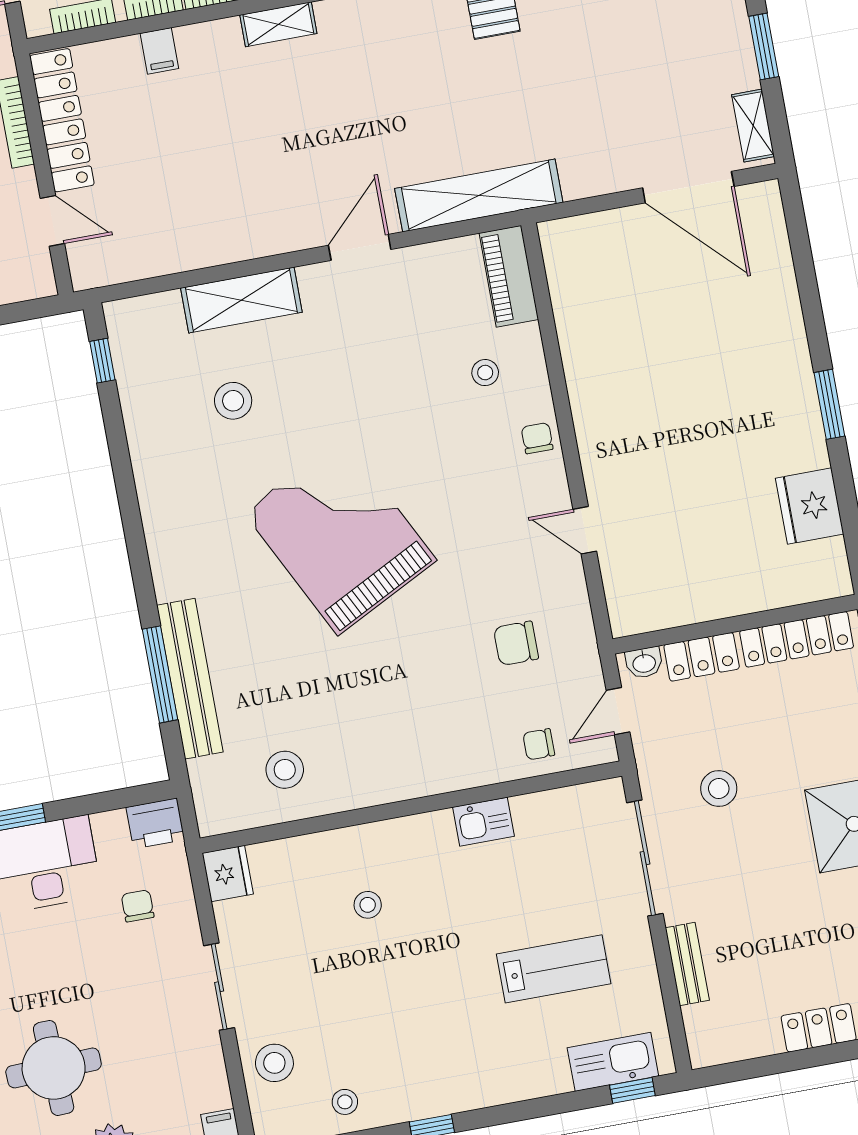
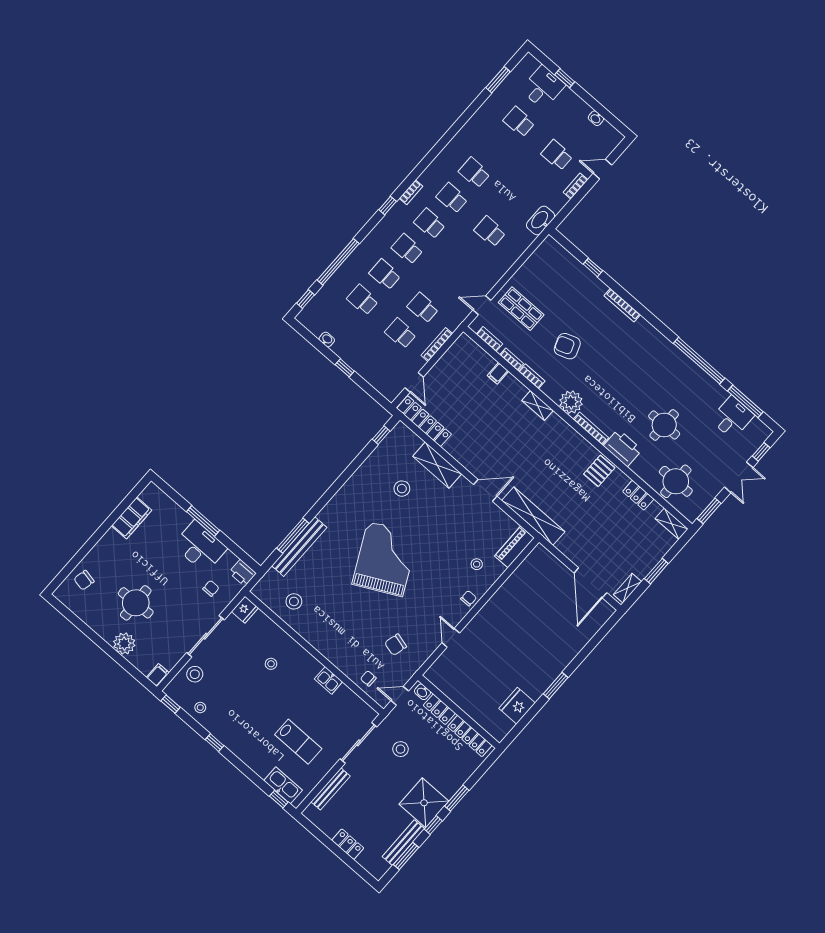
locker: (62, 120) -> (424, 421), moved, turned -90
chair: (516, 643) -> (396, 645), turned -75
bench: (687, 964) -> (331, 789), width x1.36
sliding door: (219, 987) -> (205, 636), width x1.37

